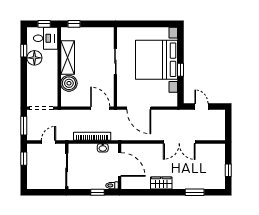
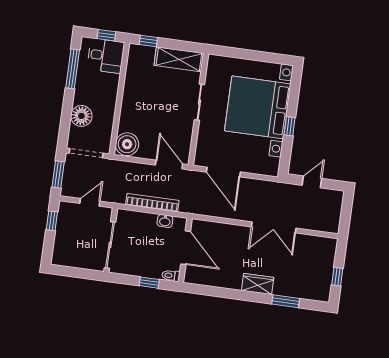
window: (24, 51) -> (73, 69), width x2.17
floor lamp: (34, 58) -> (81, 116), moved
shelving: (68, 58) -> (179, 59), moved, turned 90
boiler: (69, 83) -> (127, 144), moved
door: (201, 107) -> (312, 182), hinge flipped
wardrobe: (161, 183) -> (258, 284), moved

